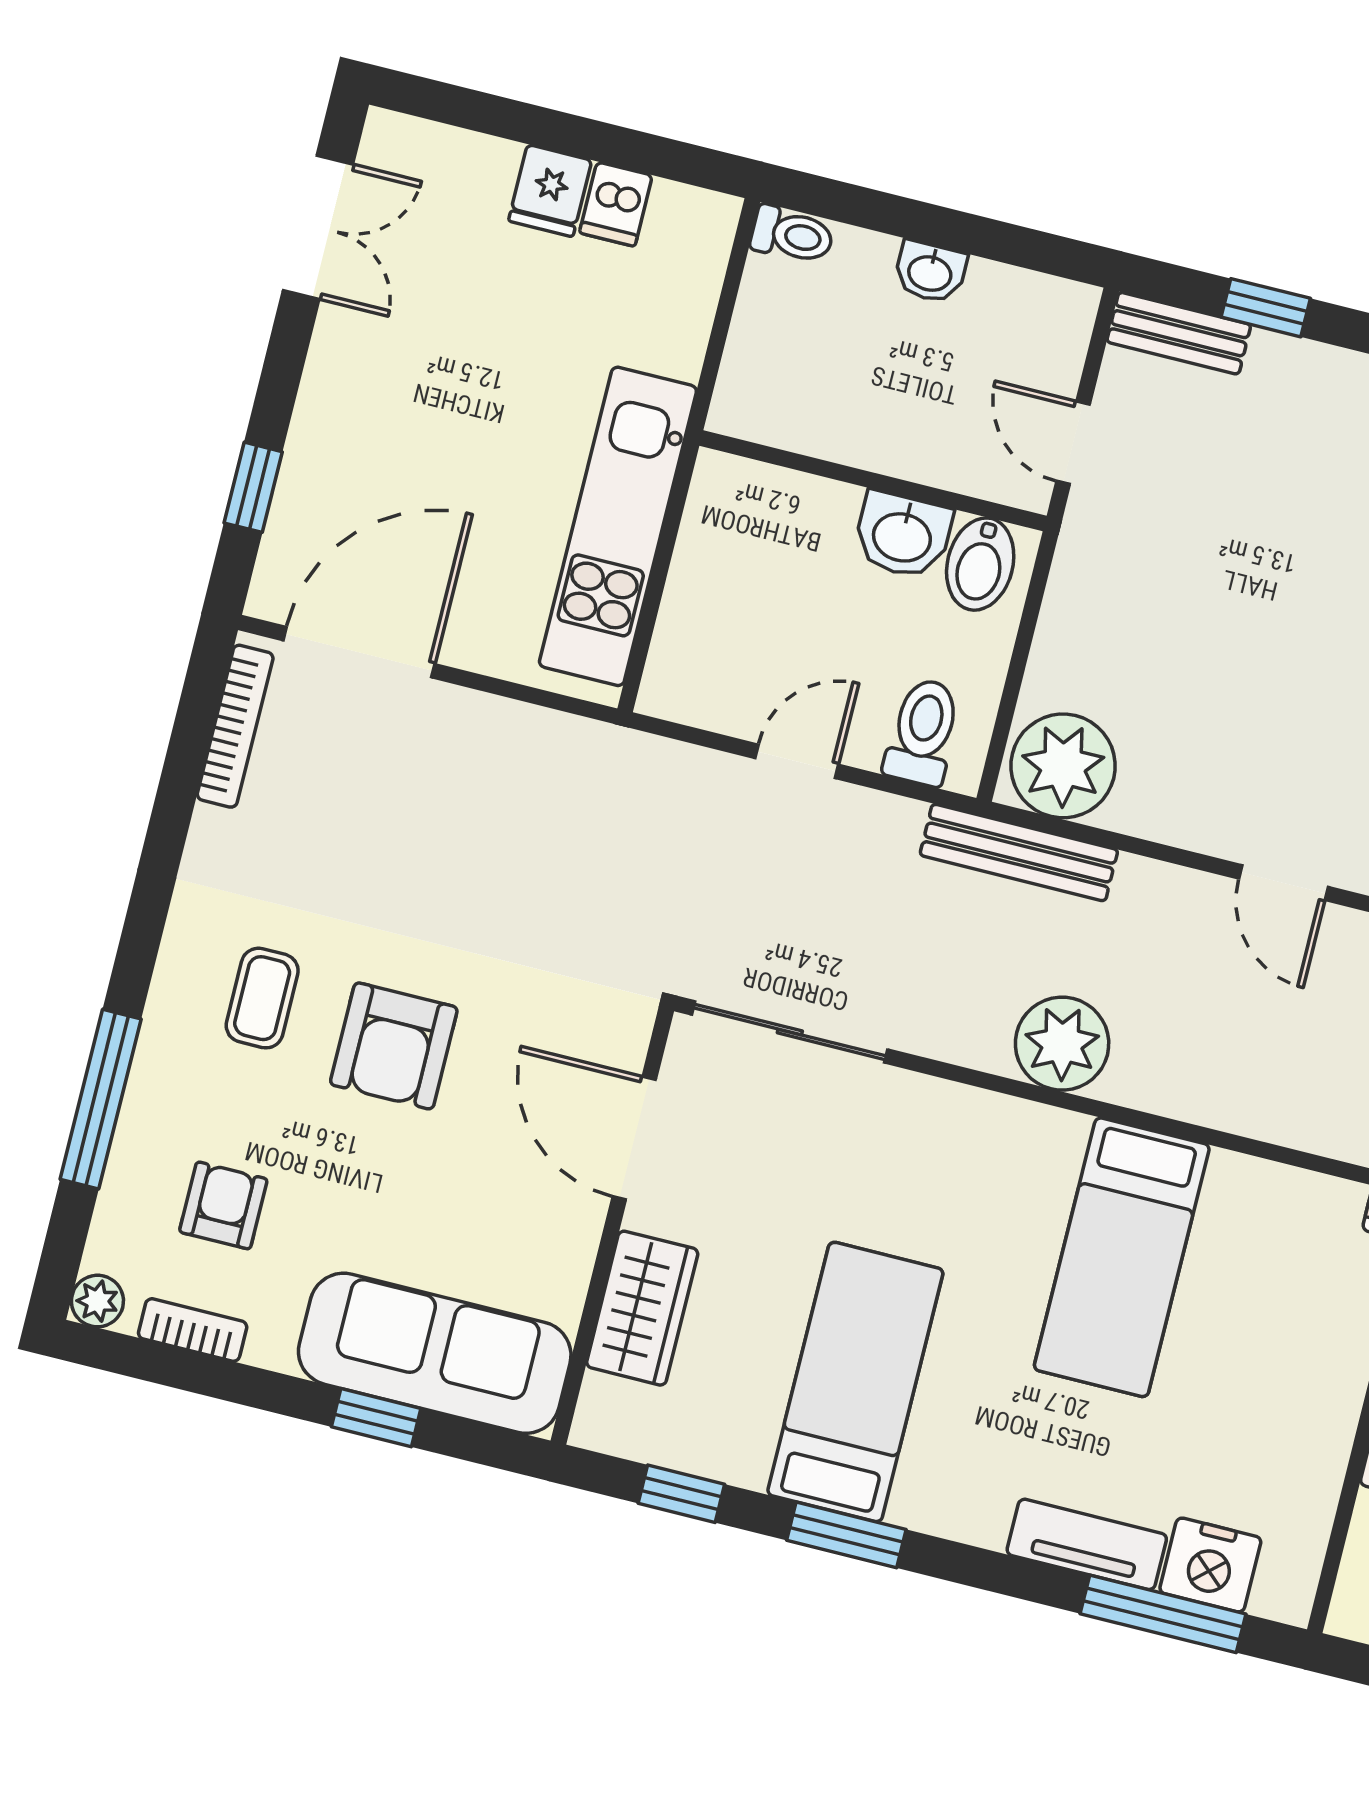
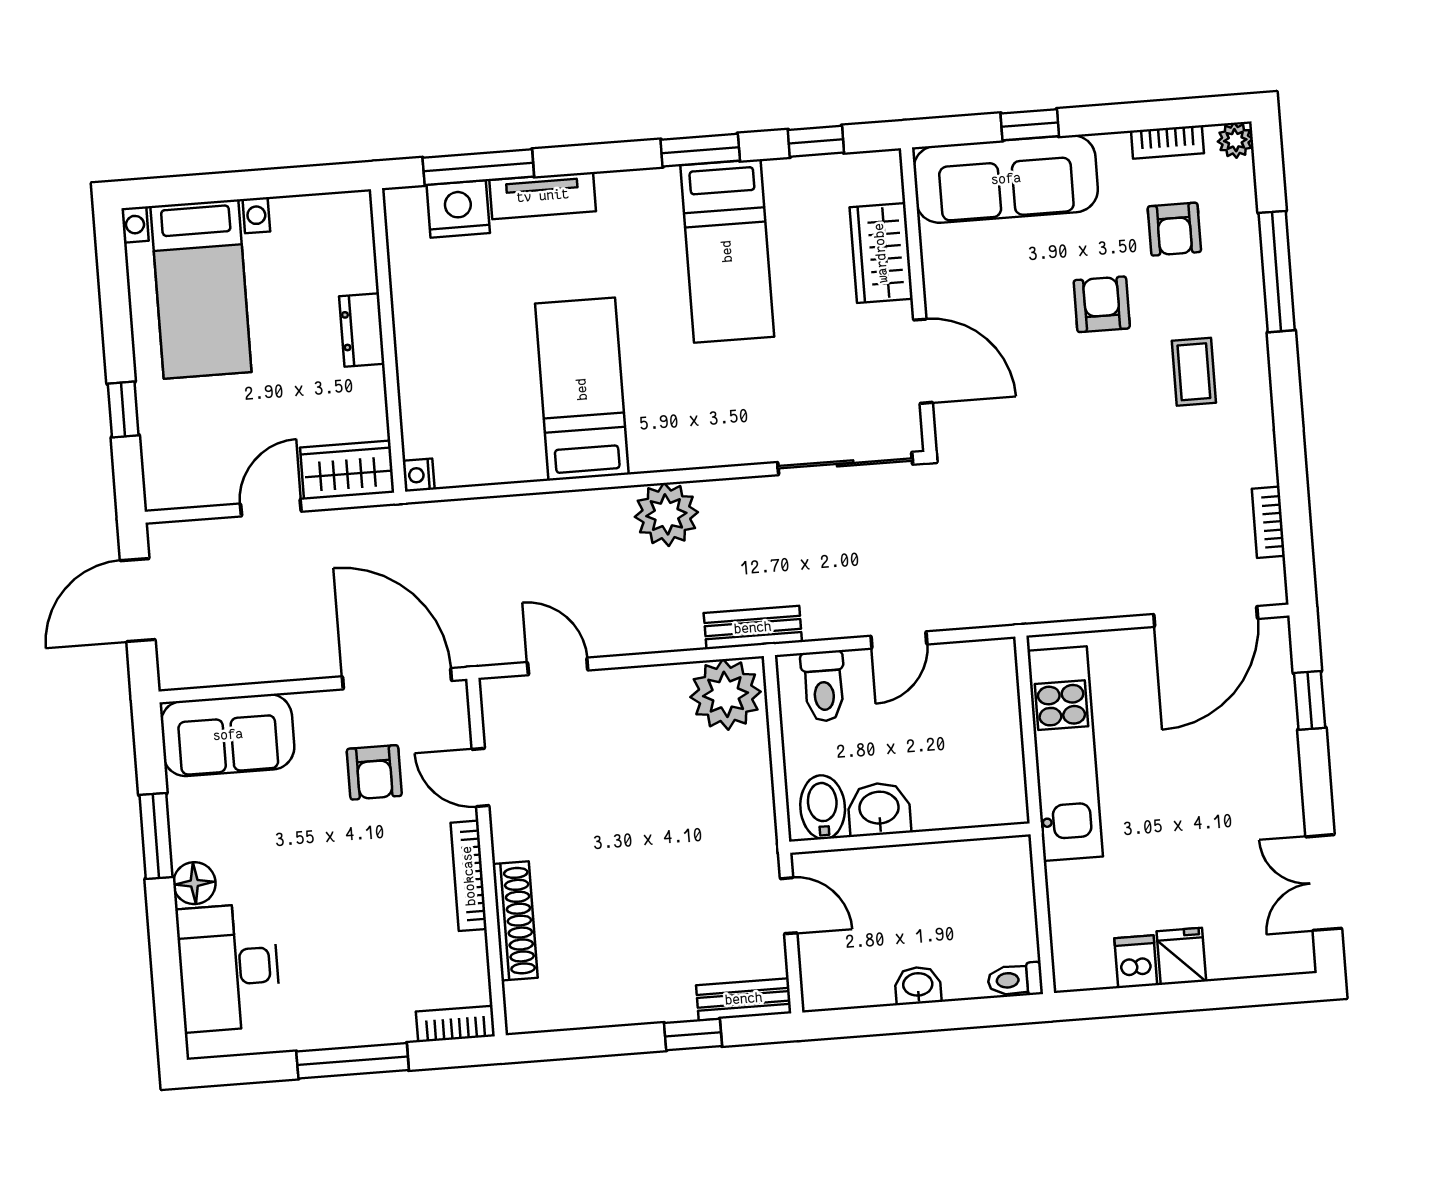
bookcase: (235, 726) -> (1268, 522), width x0.64
bench: (1019, 852) -> (753, 628), width x0.73
armchair: (394, 1046) -> (1102, 304), moved, width x0.72, depth x0.72

